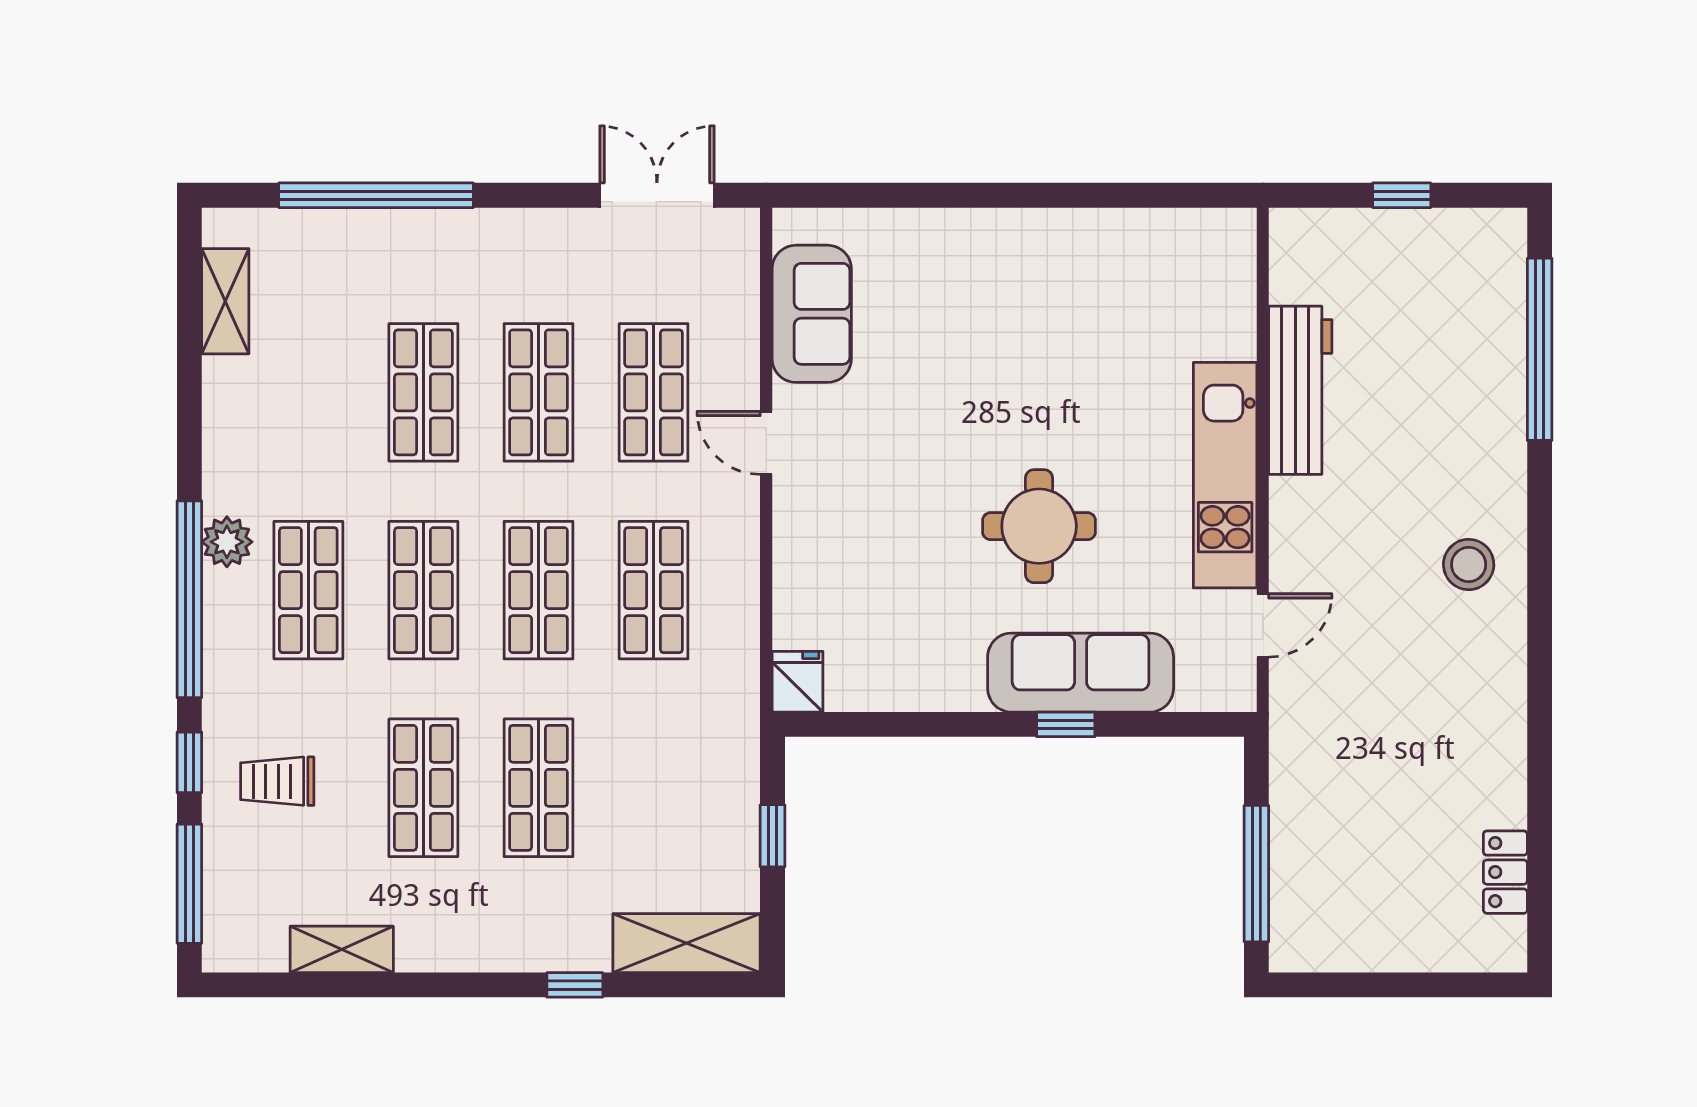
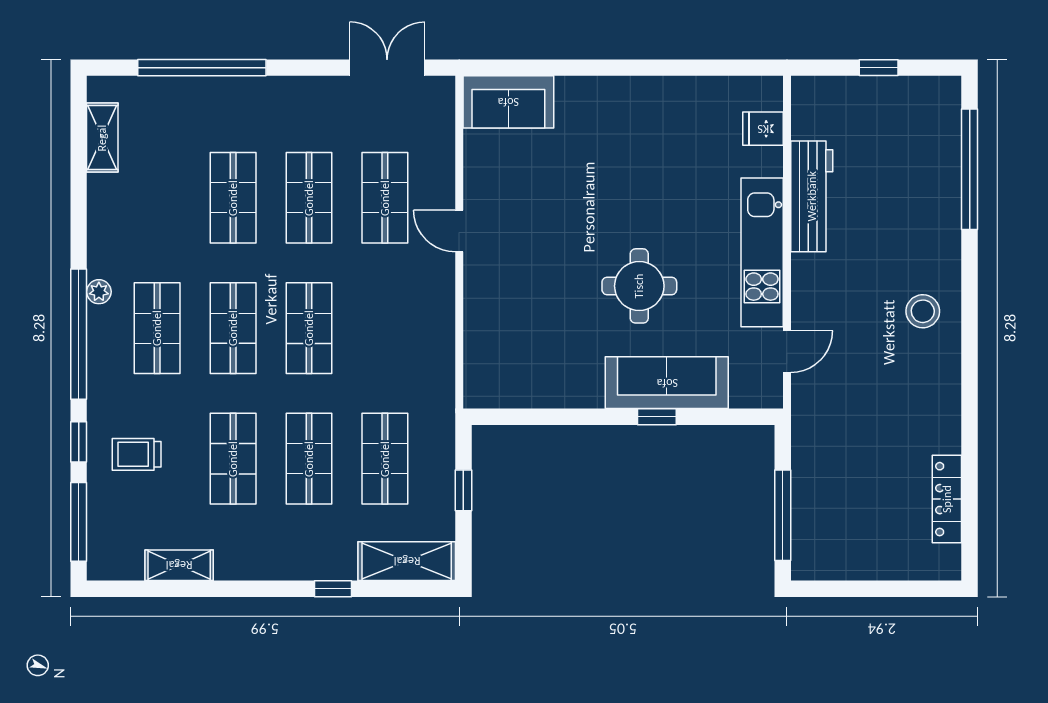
sofa: (812, 314) -> (508, 102), moved, turned 90
plant: (227, 542) -> (99, 292), width x0.73, depth x0.73
shop shelf: (654, 590) -> (385, 459), moved
fridge: (798, 682) -> (763, 129), moved, turned -90
locker: (1505, 872) -> (947, 499), width x1.53

